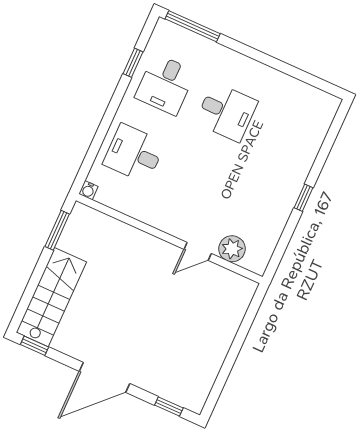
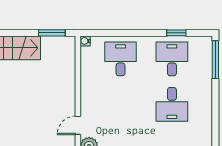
desk: (165, 84) -> (172, 59), turned 90
door: (198, 251) -> (78, 125), hinge flipped

